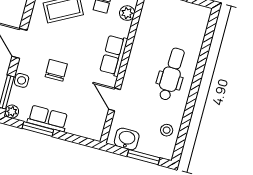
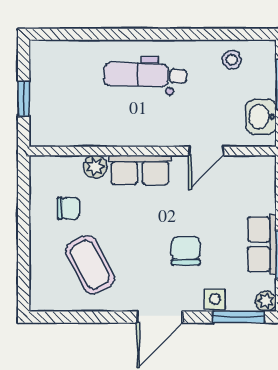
plant: (127, 13) -> (95, 167), moved
chair: (56, 70) -> (186, 251), turned 90

